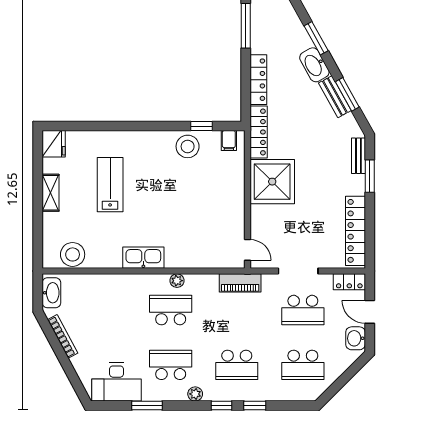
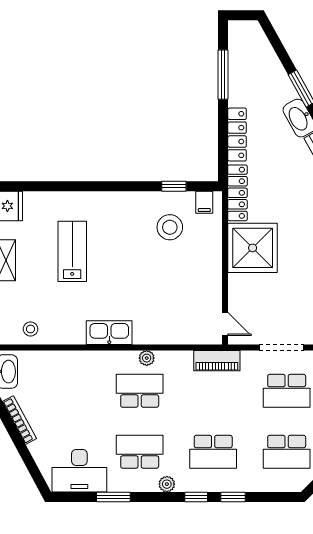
stool: (188, 146) -> (170, 227), moved
stool: (73, 254) -> (31, 329), width x0.53, depth x0.53

